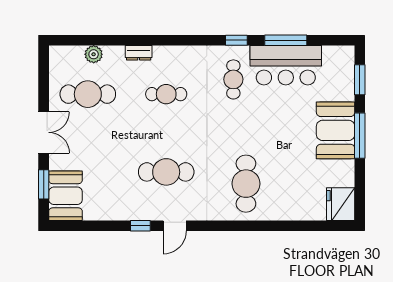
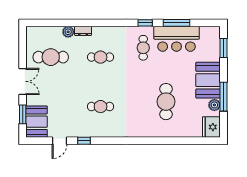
plant: (94, 54) -> (68, 32), moved
window: (360, 136) -> (224, 97), moved
plant: (345, 169) -> (214, 105), added
cafe table: (166, 172) -> (101, 107), width x0.73, depth x0.74
cafe table: (246, 184) -> (166, 102), moved
door: (175, 226) -> (60, 141), moved

